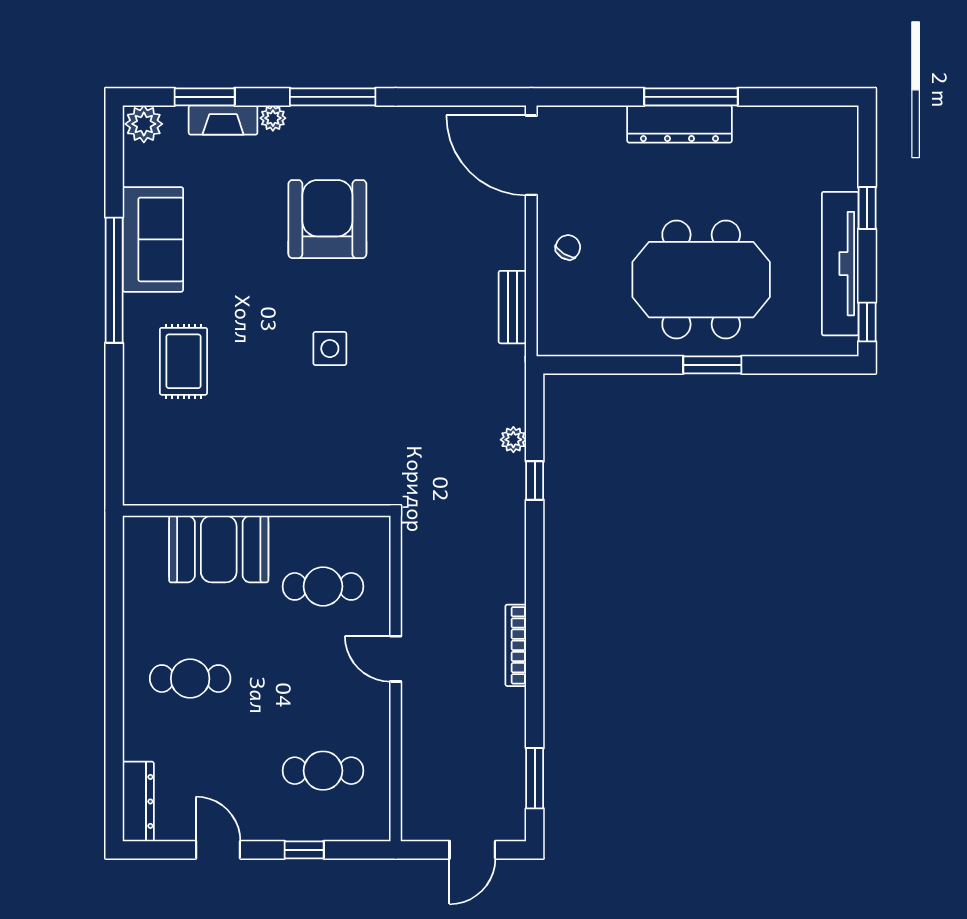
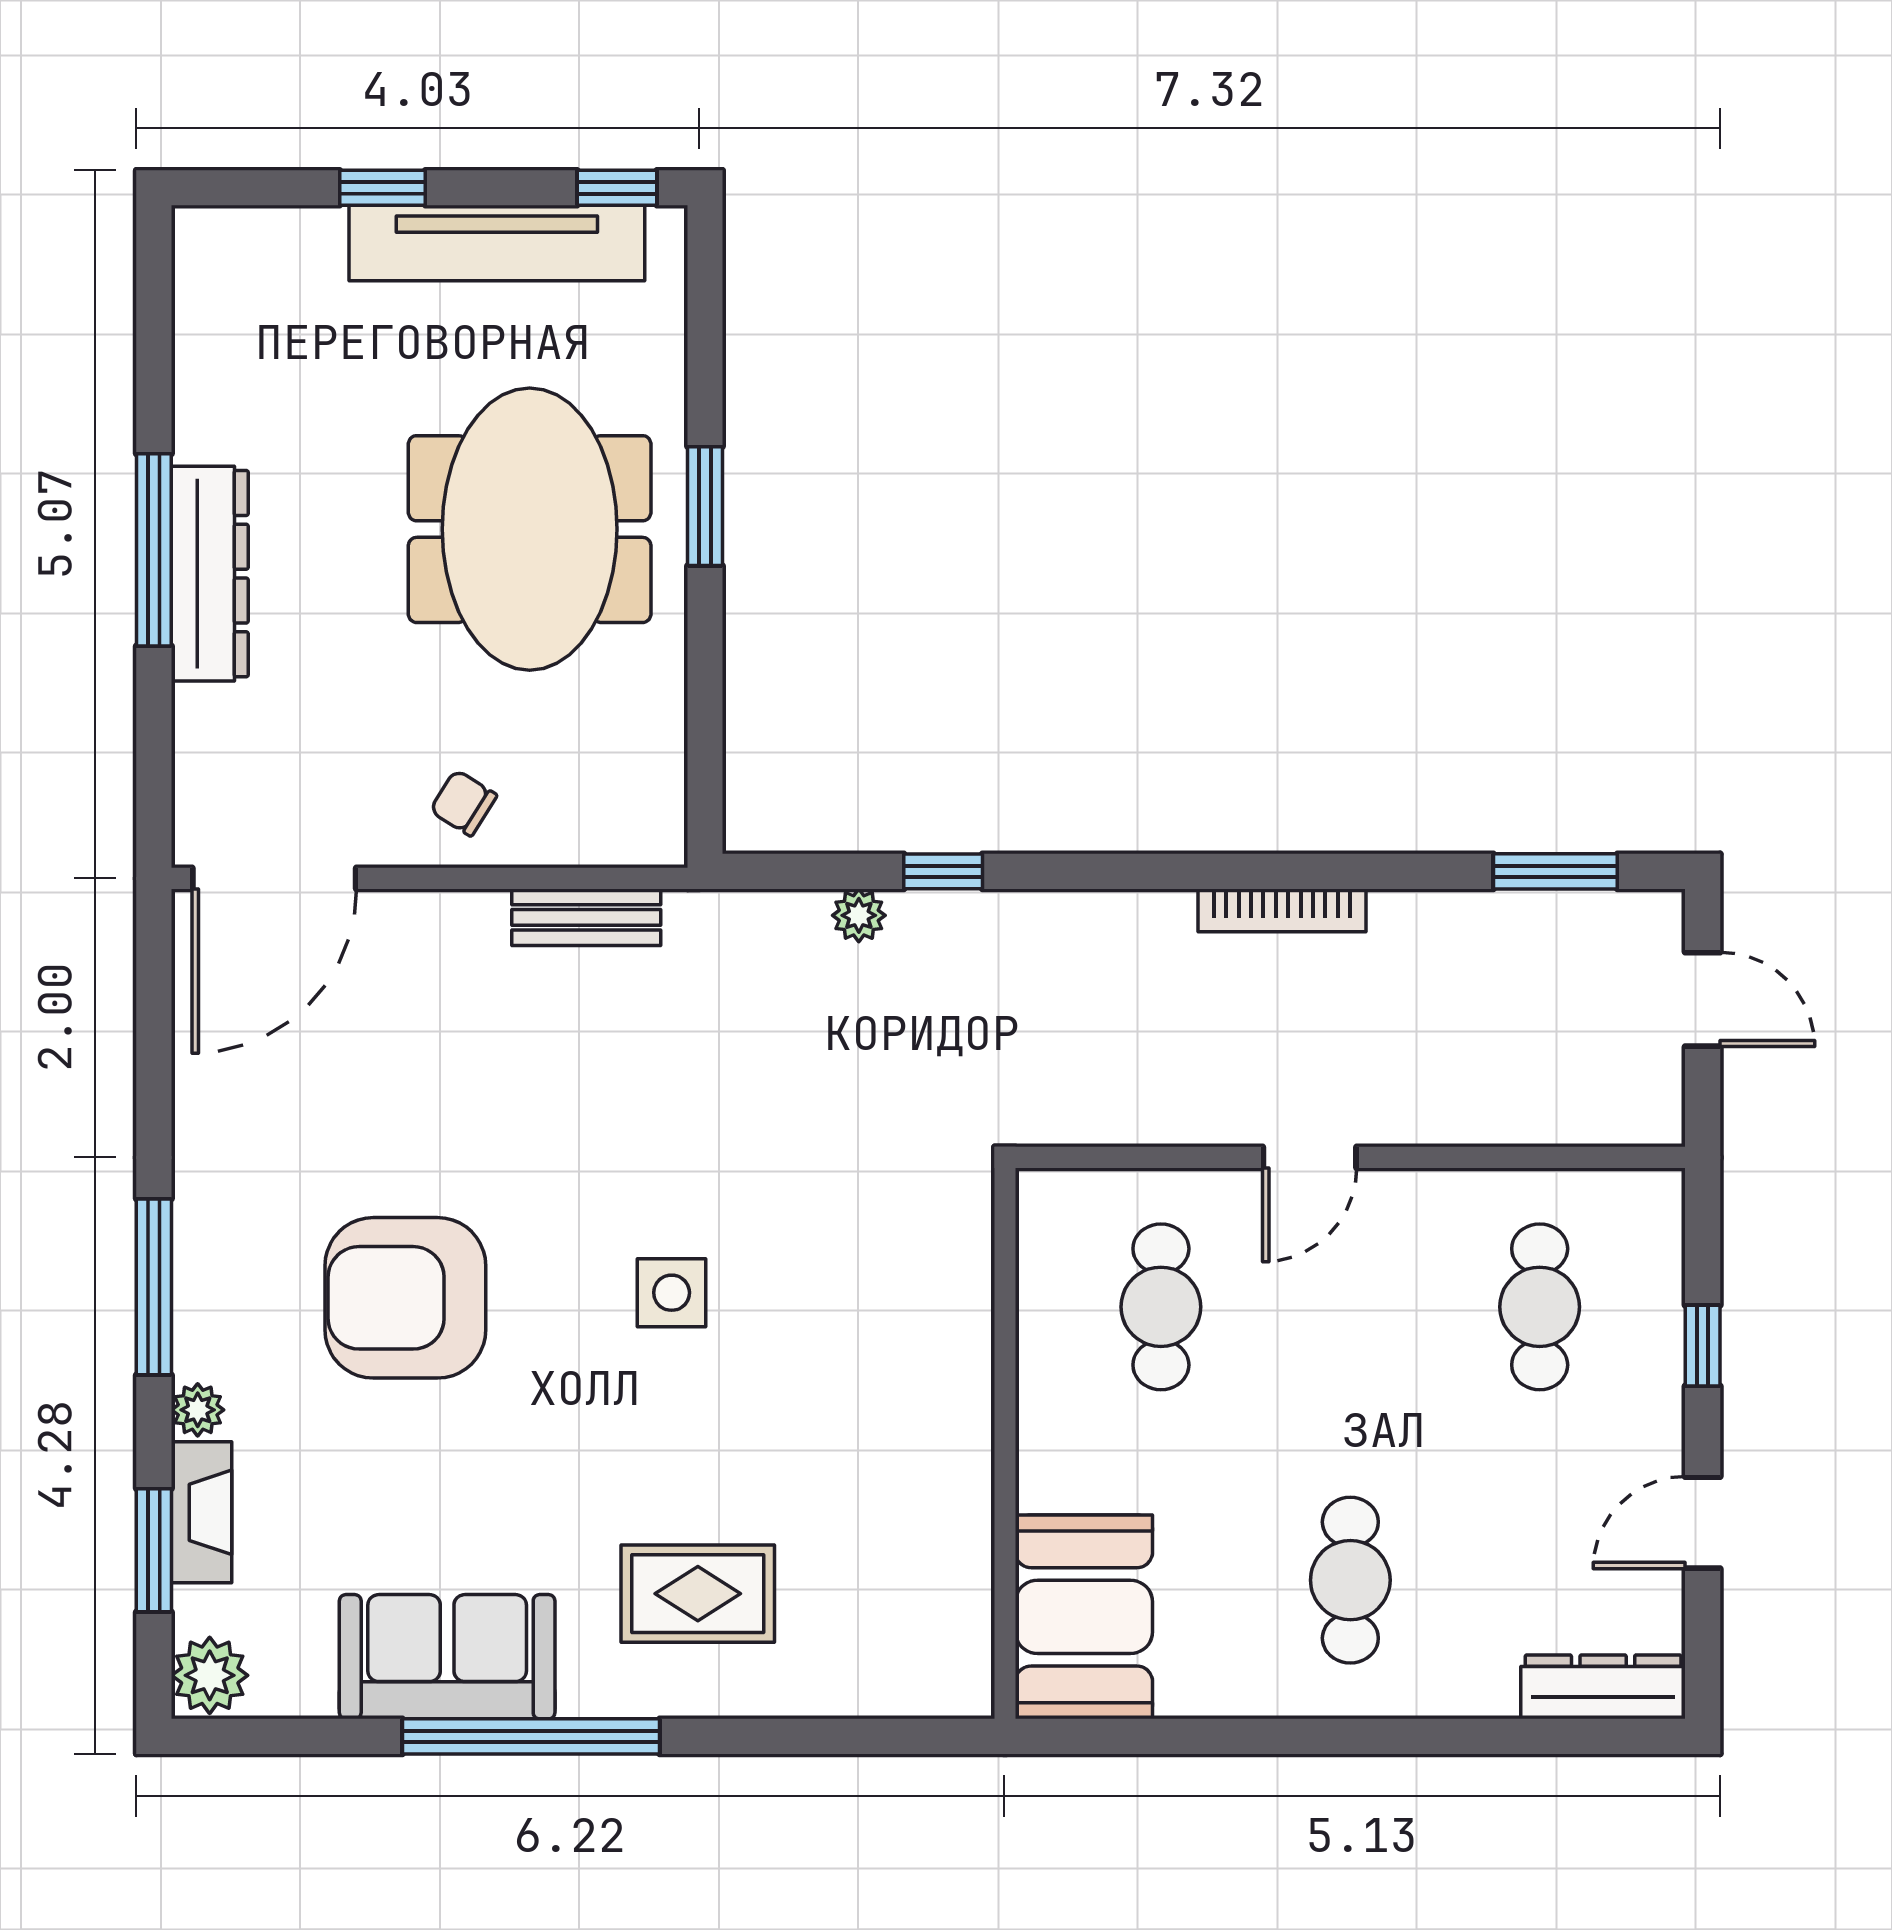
booth: (219, 549) -> (1084, 1617), moved

